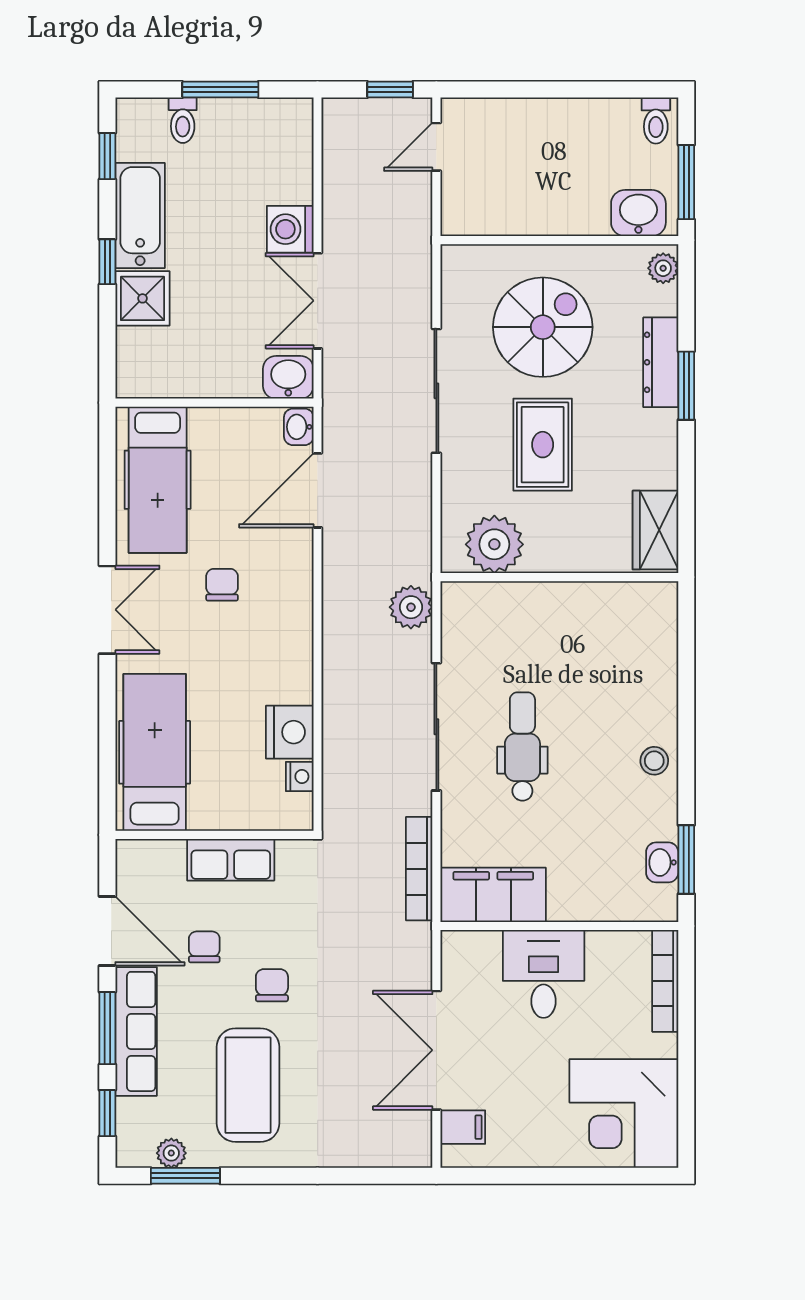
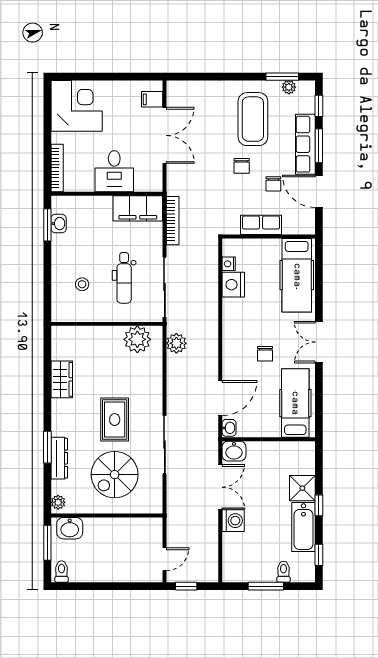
plant: (494, 544) -> (137, 339), moved
wall: (559, 577) -> (107, 324), moved
stool: (654, 761) -> (82, 284), moved

